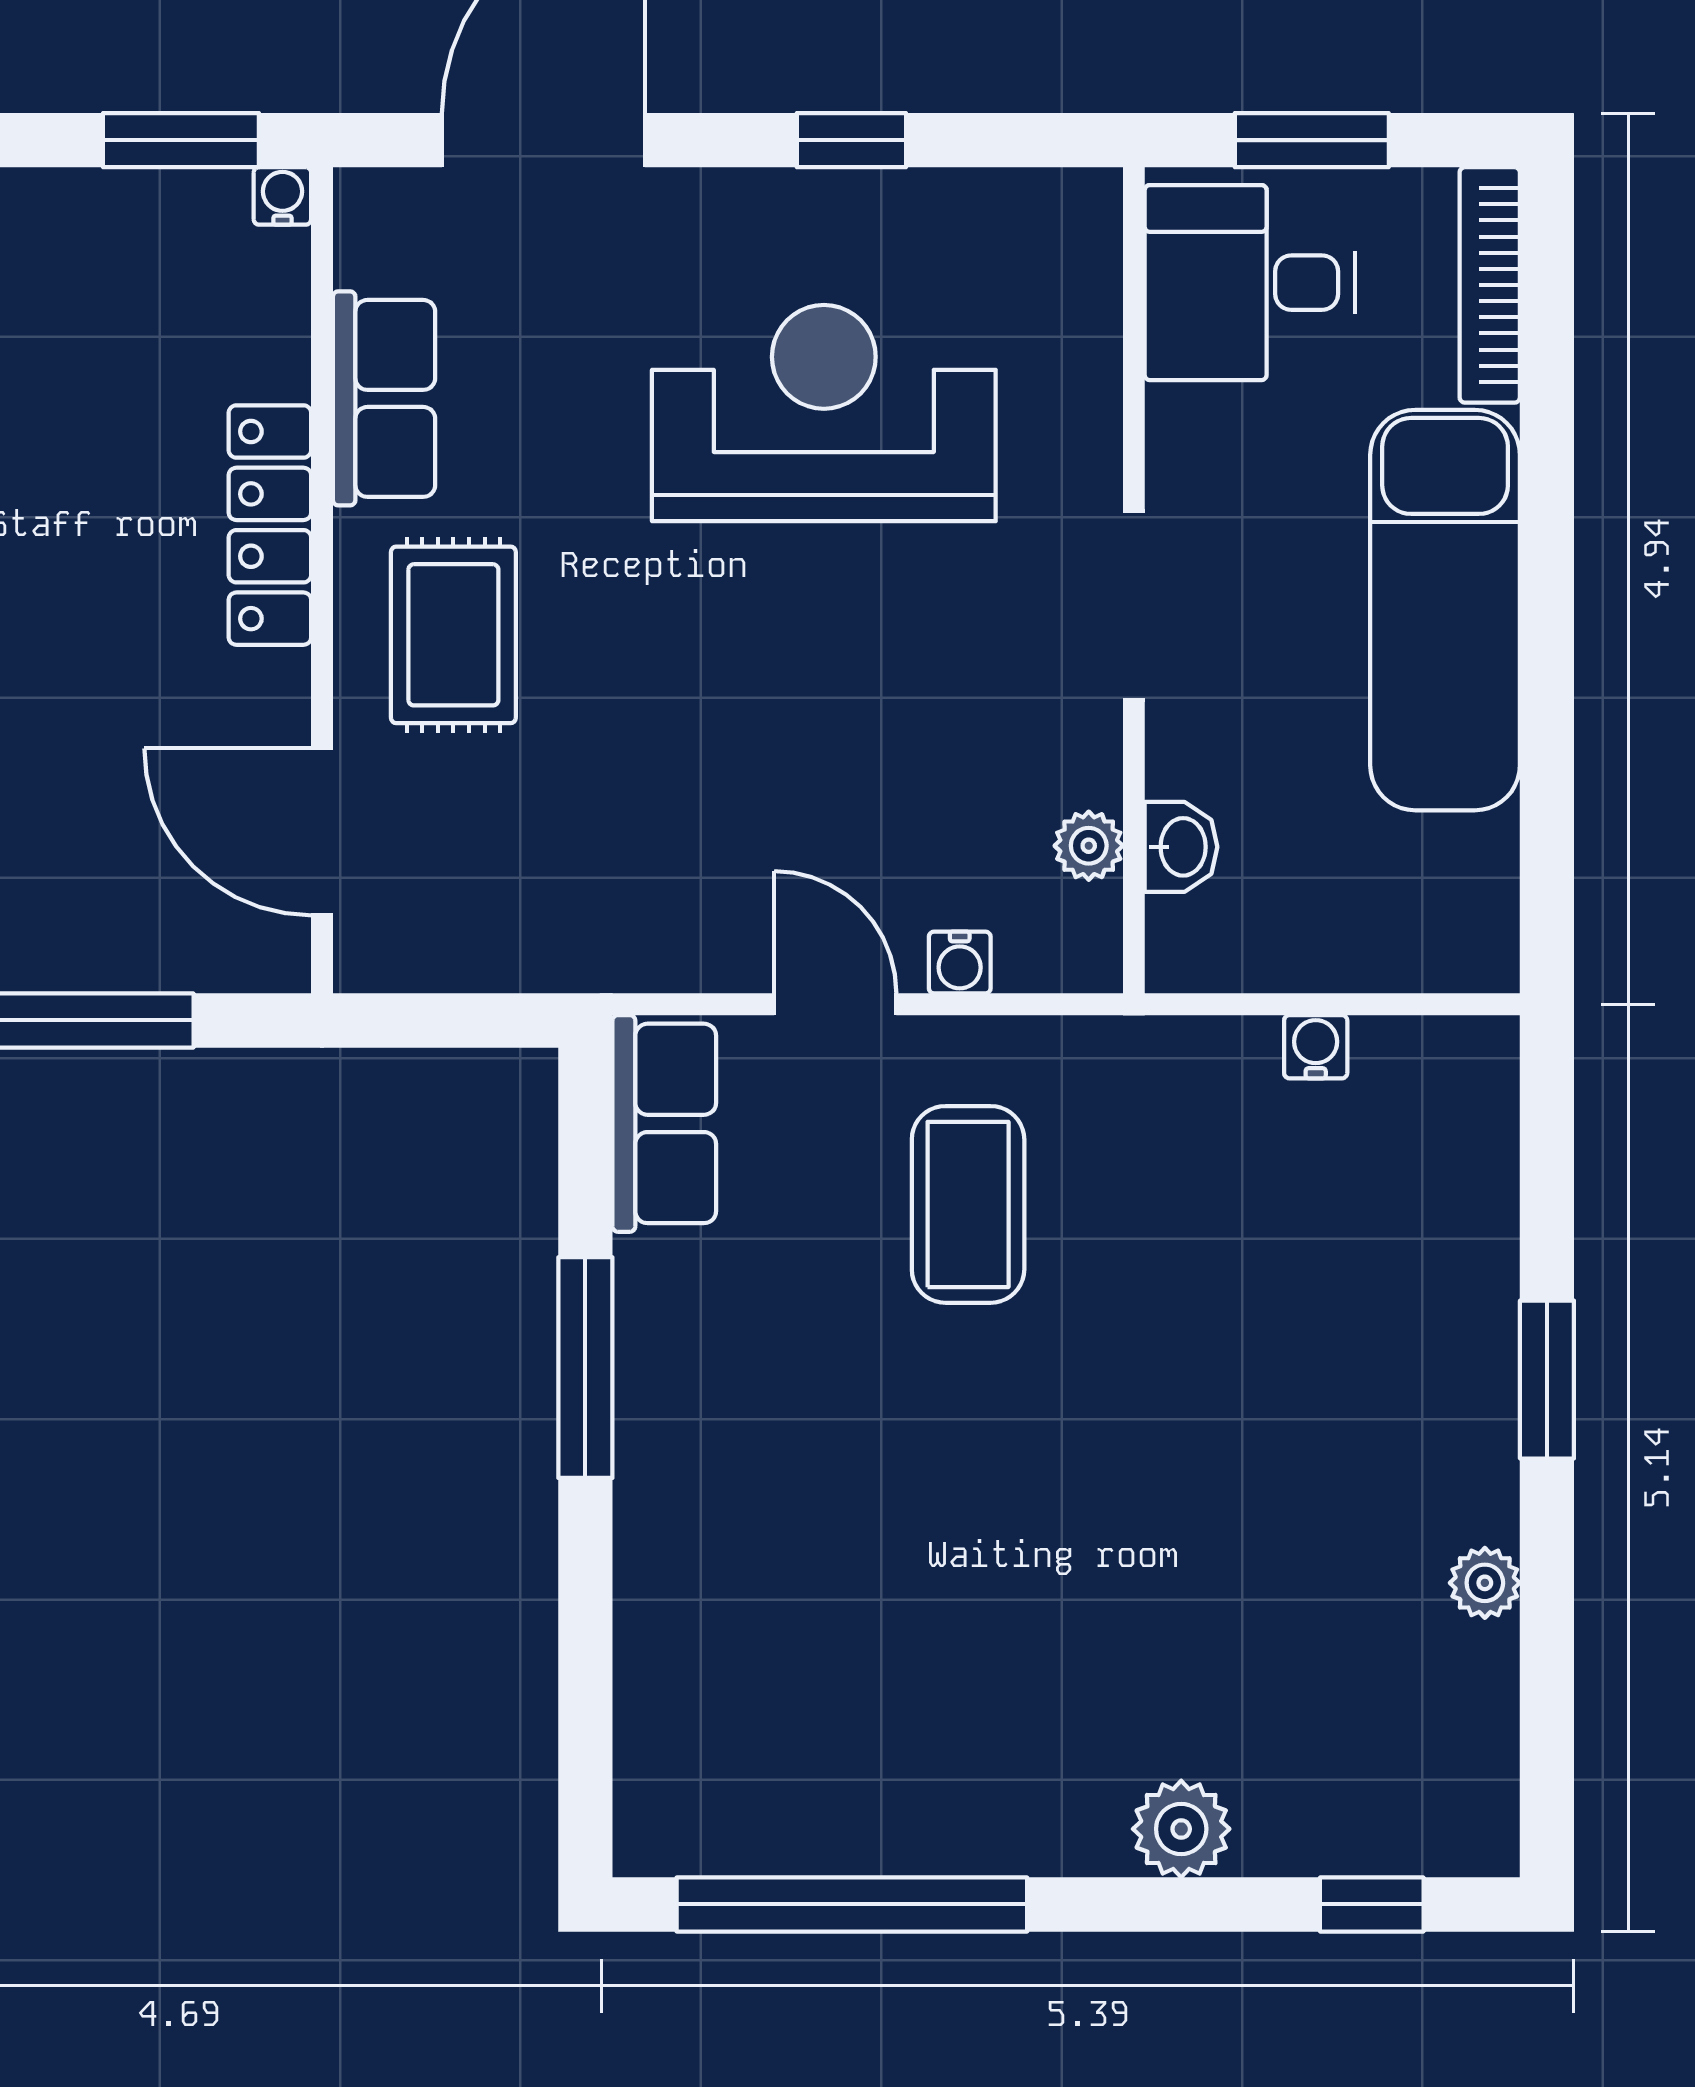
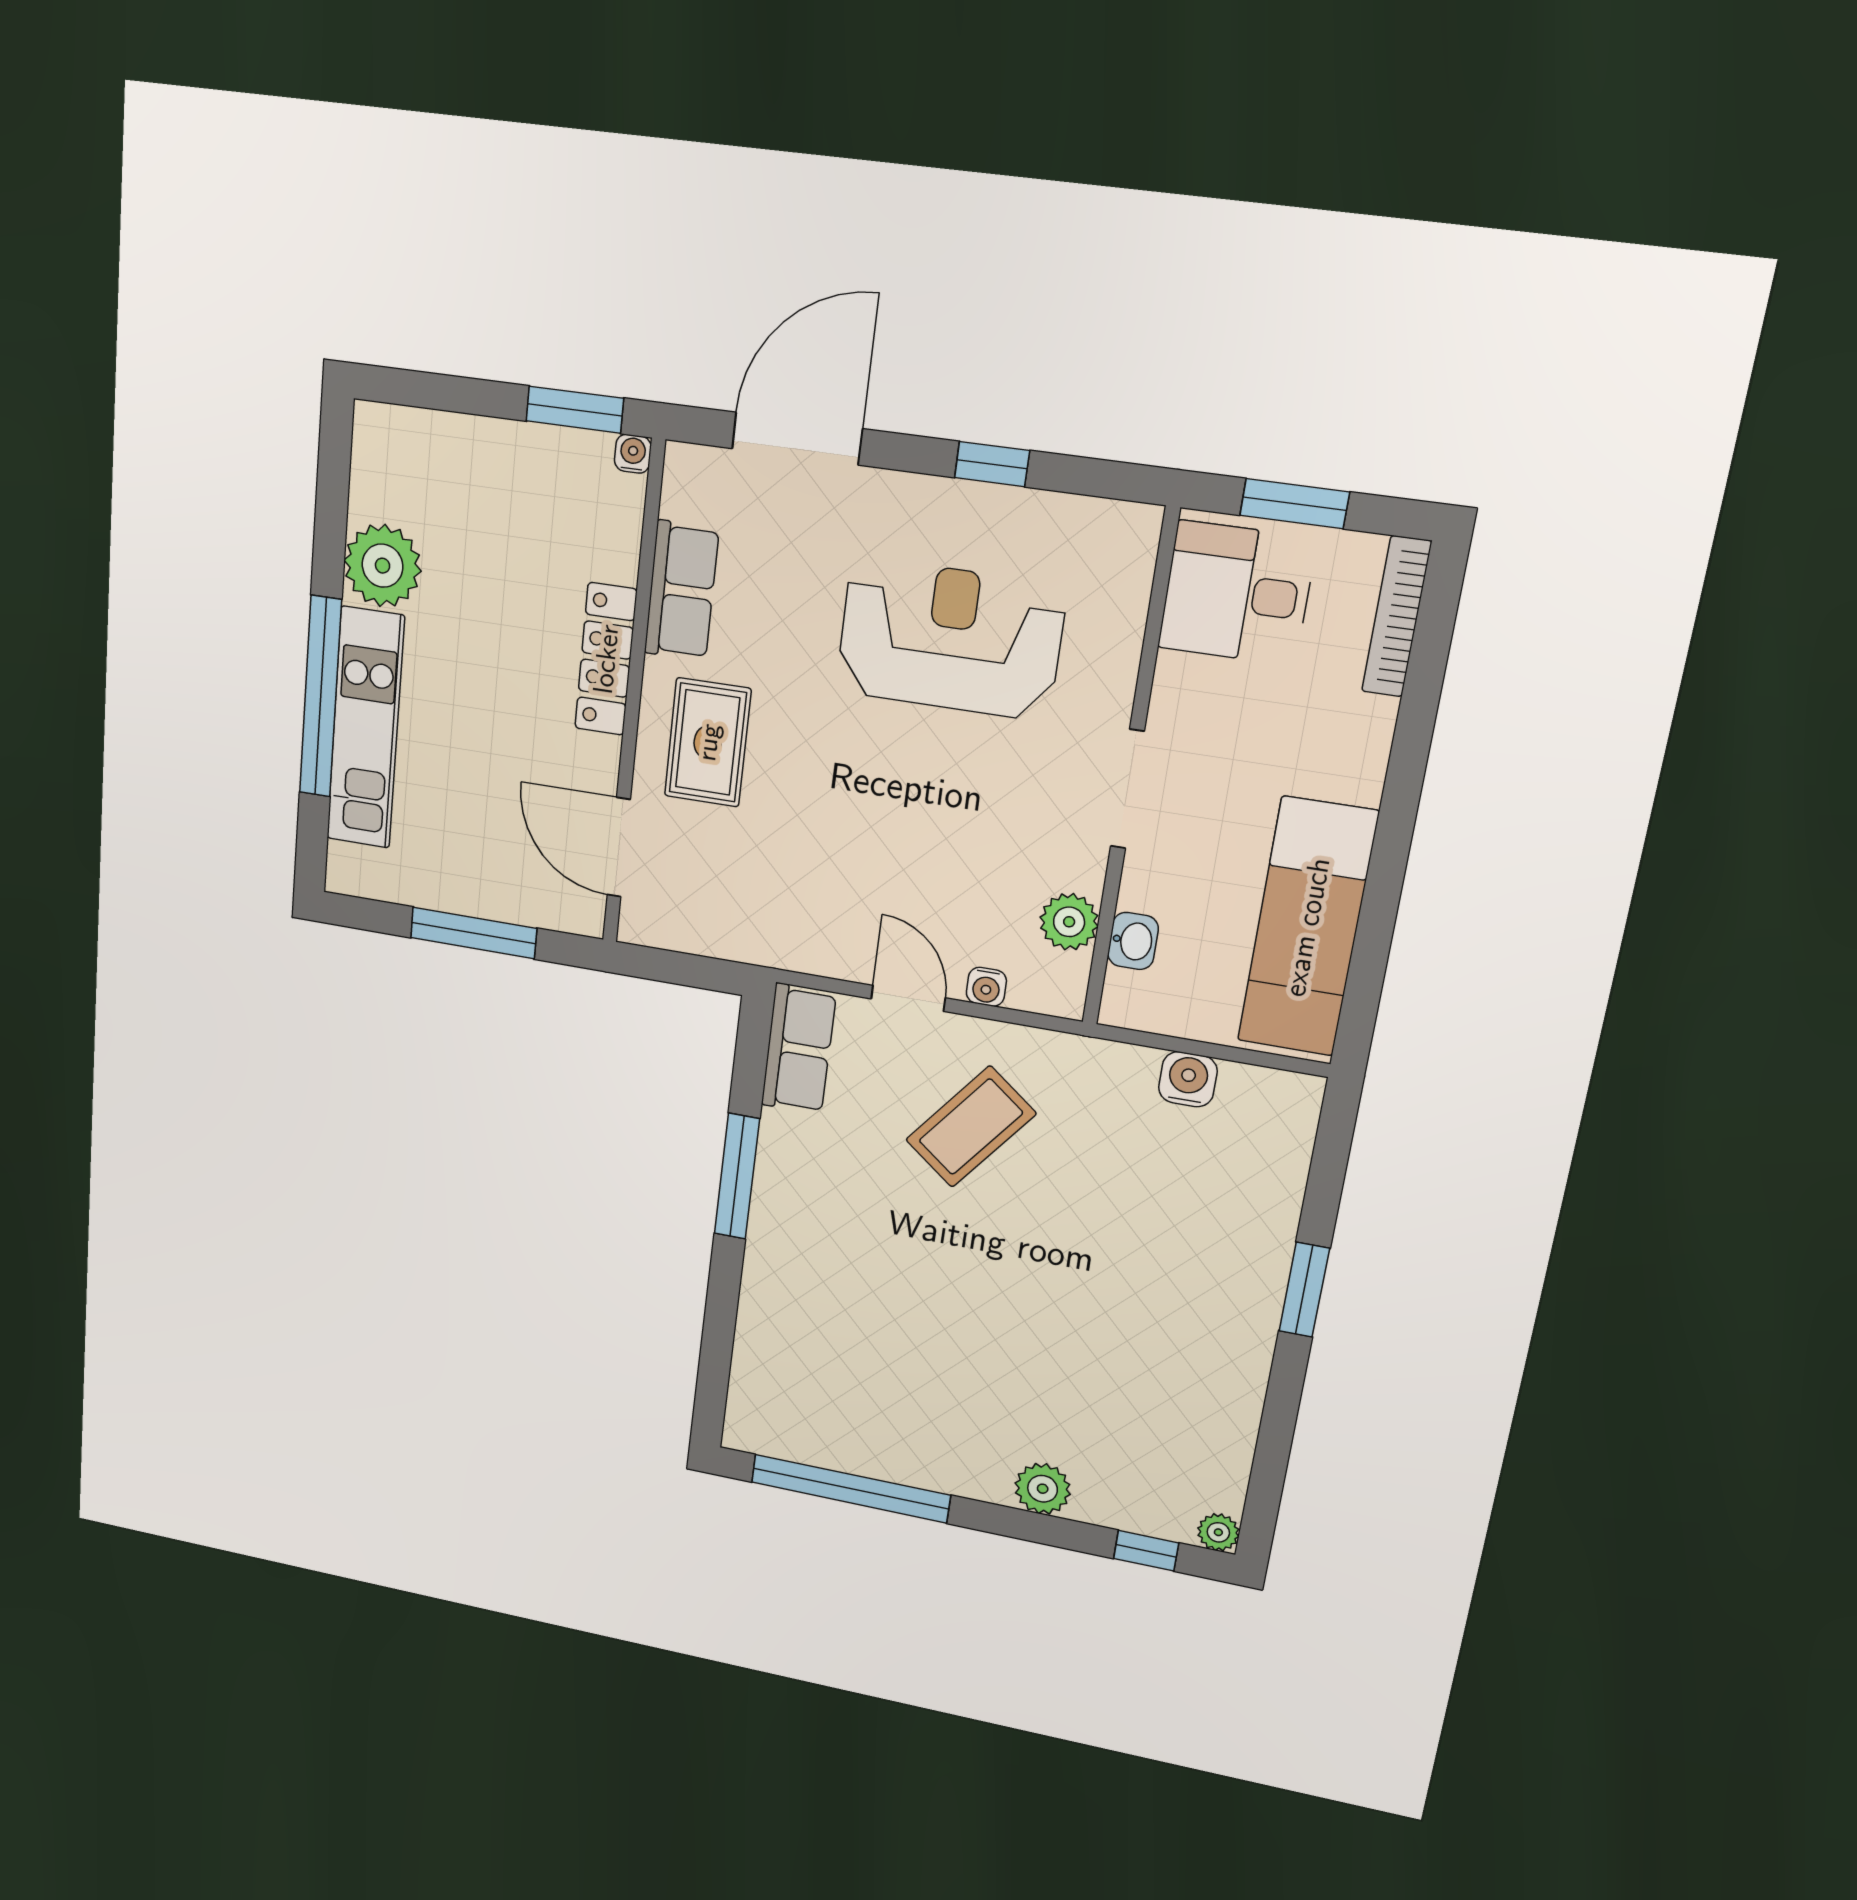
exam couch: (1445, 610) -> (1307, 927), moved
plant: (1089, 846) -> (1069, 922), width x1.38, depth x1.38
water cooler: (1316, 1047) -> (1188, 1079), width x1.38, depth x1.38
coffee table: (968, 1204) -> (971, 1127), turned 38
plant: (1485, 1583) -> (1218, 1532), moved

